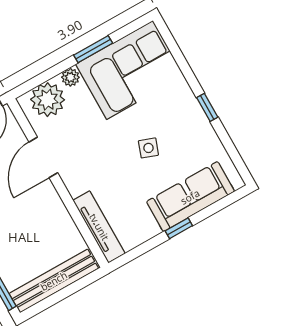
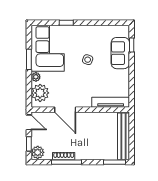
window: (207, 107) -> (66, 23), moved
sofa: (190, 197) -> (120, 53), width x0.73
window: (179, 228) -> (132, 45), moved

